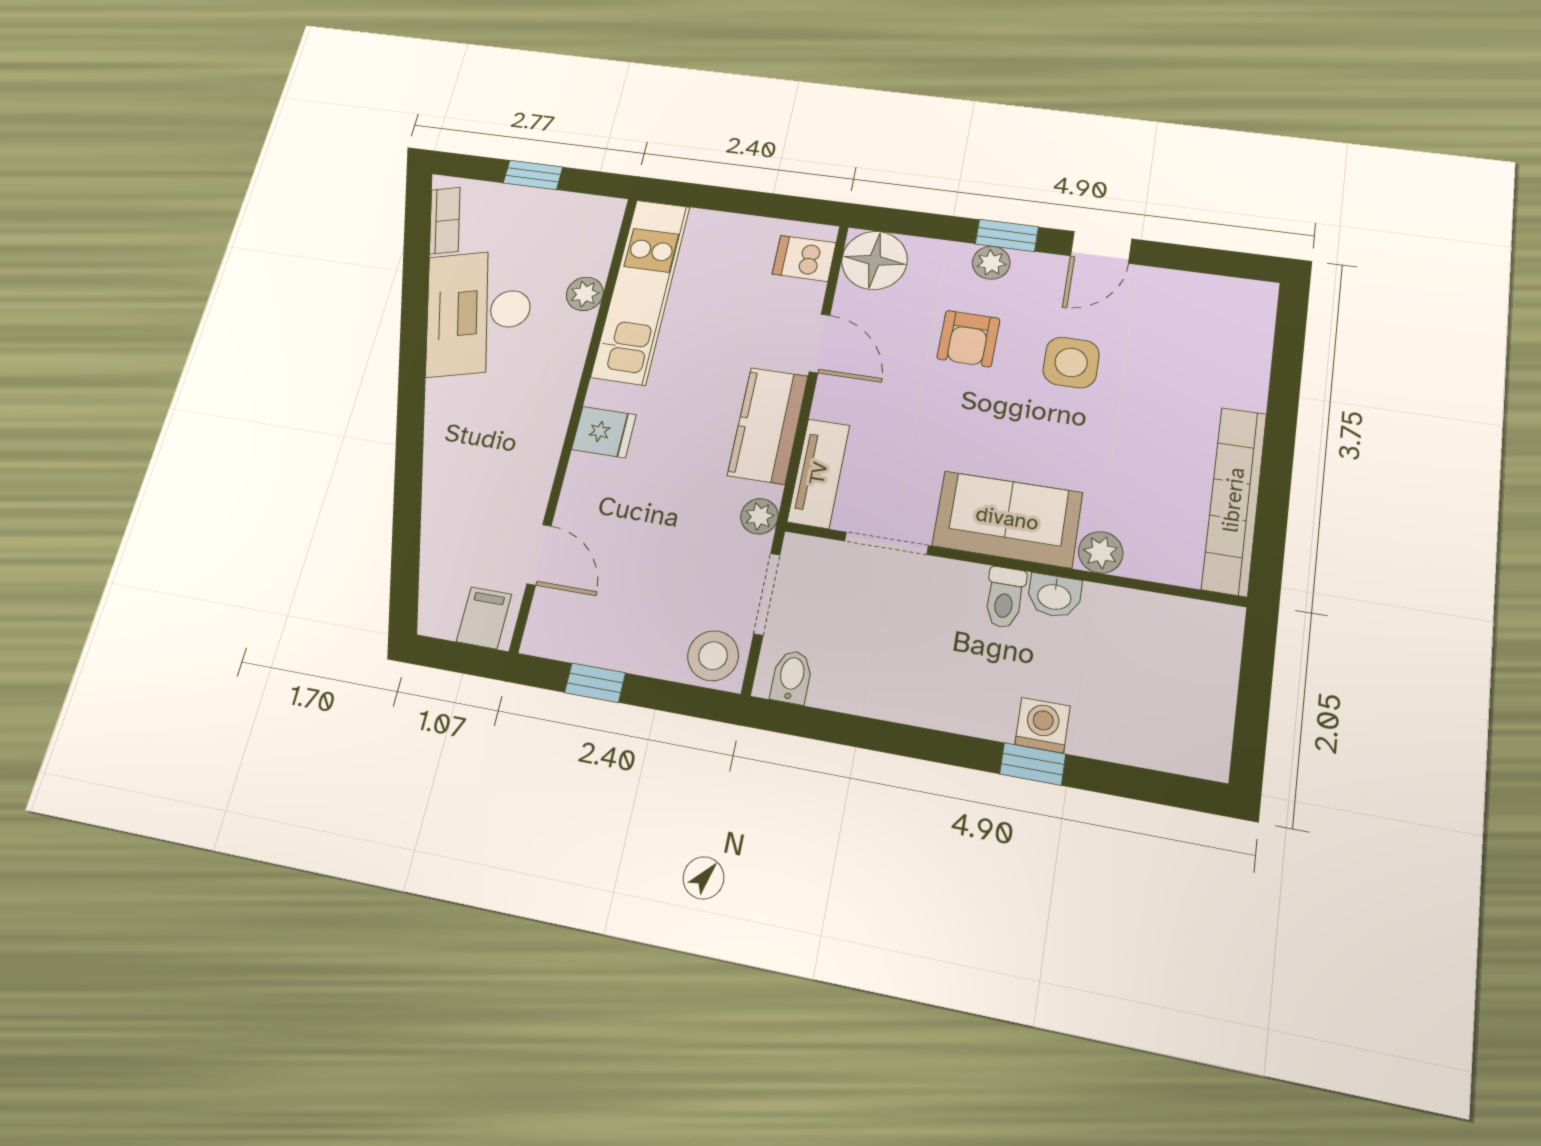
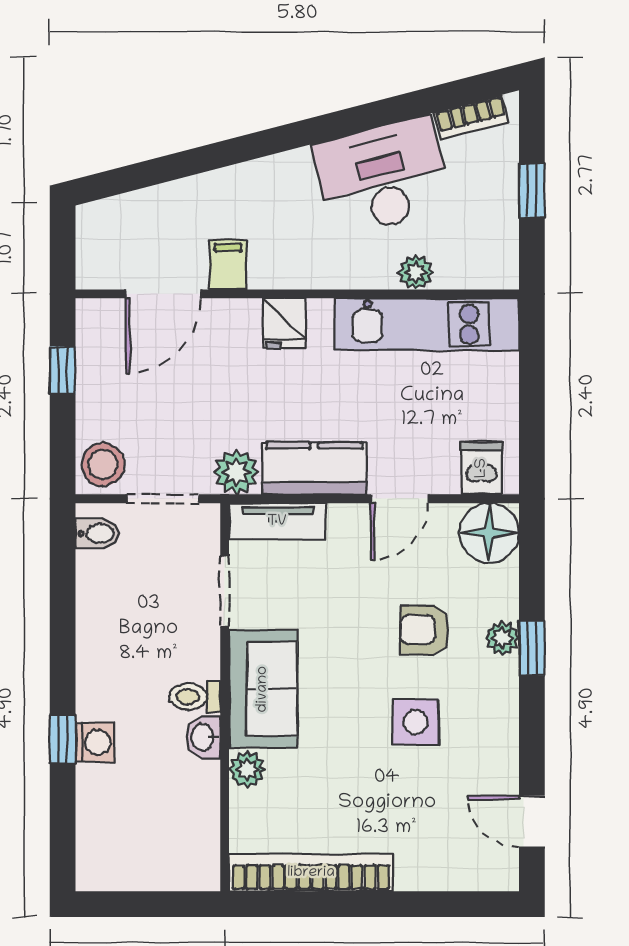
door: (1101, 247) -> (532, 822), moved
plant: (759, 516) -> (236, 472), width x1.38, depth x1.38
door: (539, 555) -> (163, 294), width x1.38
filing cabinet: (484, 618) -> (228, 265), moved, turned -90

